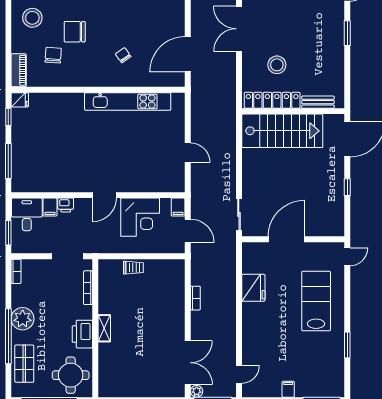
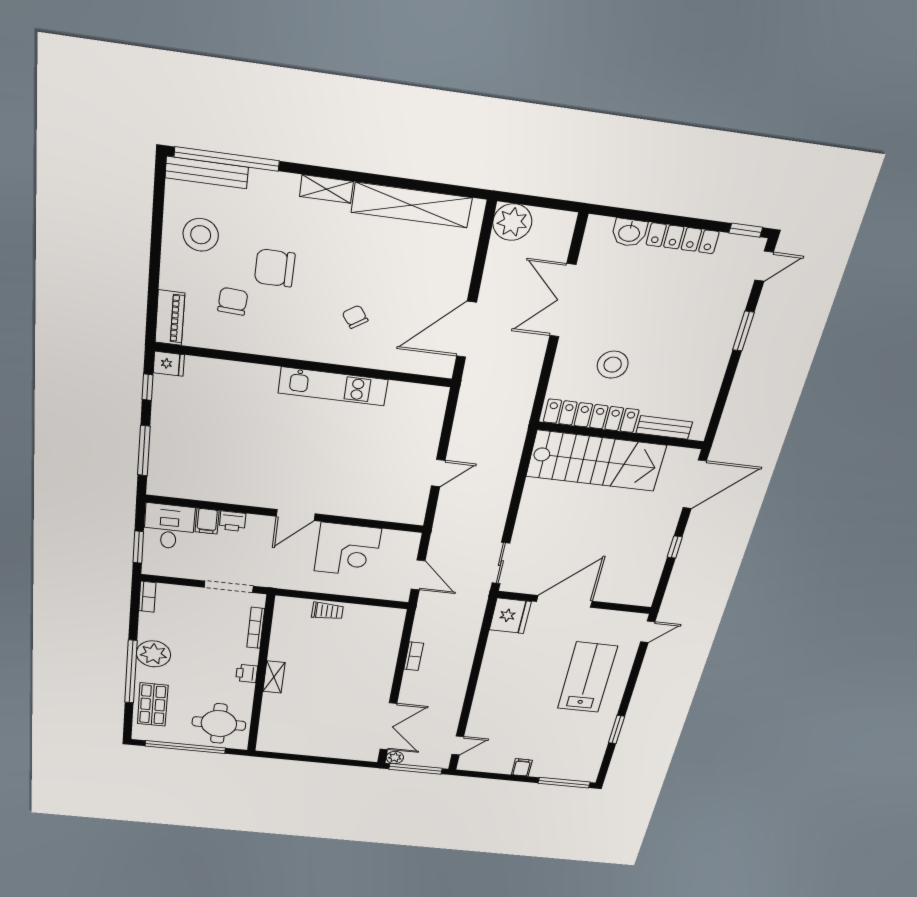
kitchen unit: (128, 102) -> (333, 386), width x0.73
door: (188, 153) -> (438, 473), hinge flipped
filing cabinet: (178, 207) -> (409, 543), removed
fridge: (253, 288) -> (510, 616), moved
printer: (82, 334) -> (247, 673), width x0.53, depth x0.68

